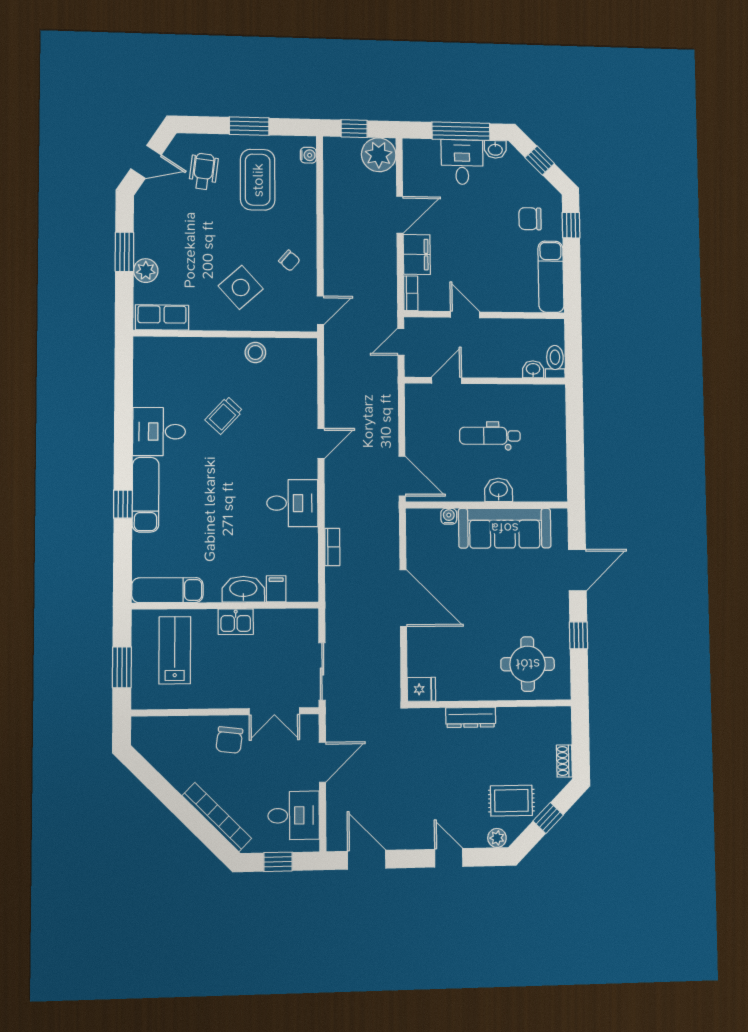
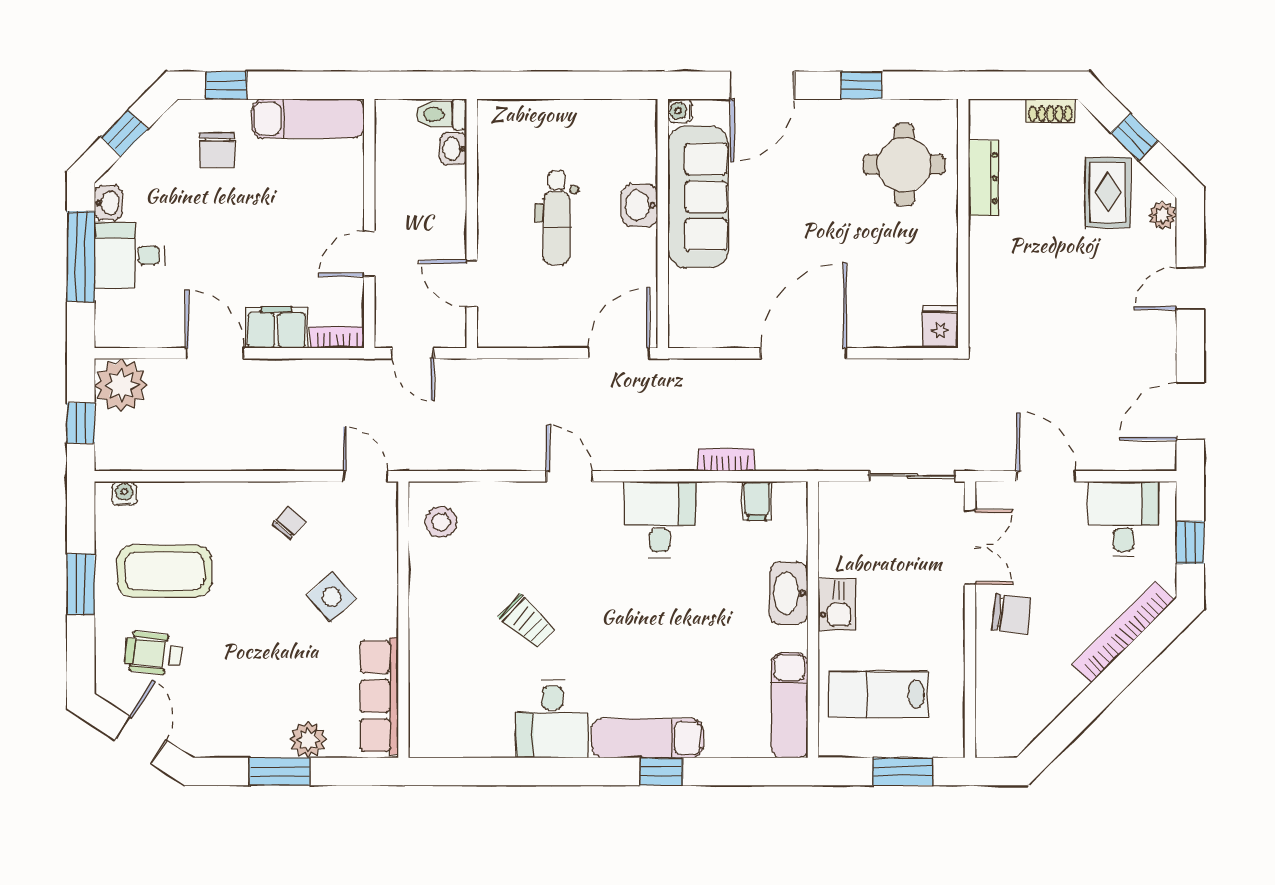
side table: (241, 287) -> (332, 597), width x0.73, depth x0.73
row of seats: (162, 317) -> (379, 696), width x1.48
stool: (255, 352) -> (441, 522), moved
water cooler: (449, 516) -> (680, 111), moved
door: (577, 570) -> (762, 85), swing flipped
filing cabinet: (276, 589) -> (757, 501), moved, turned -90
dresser: (471, 717) -> (983, 178), moved

